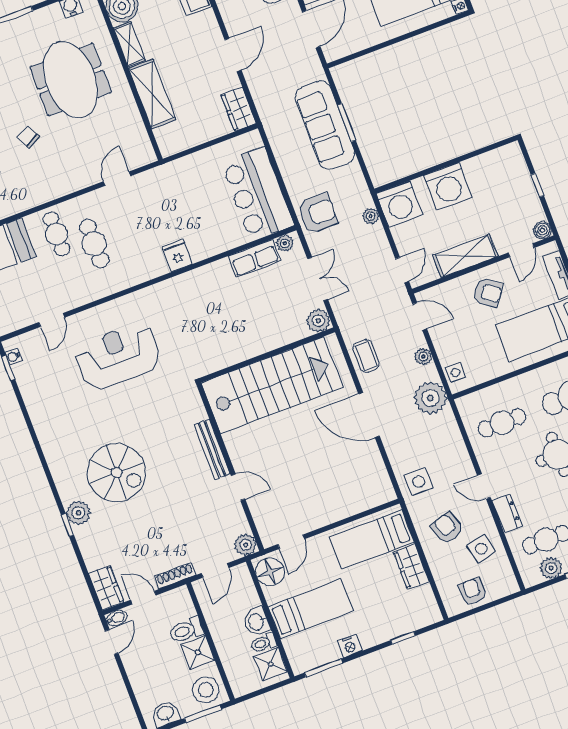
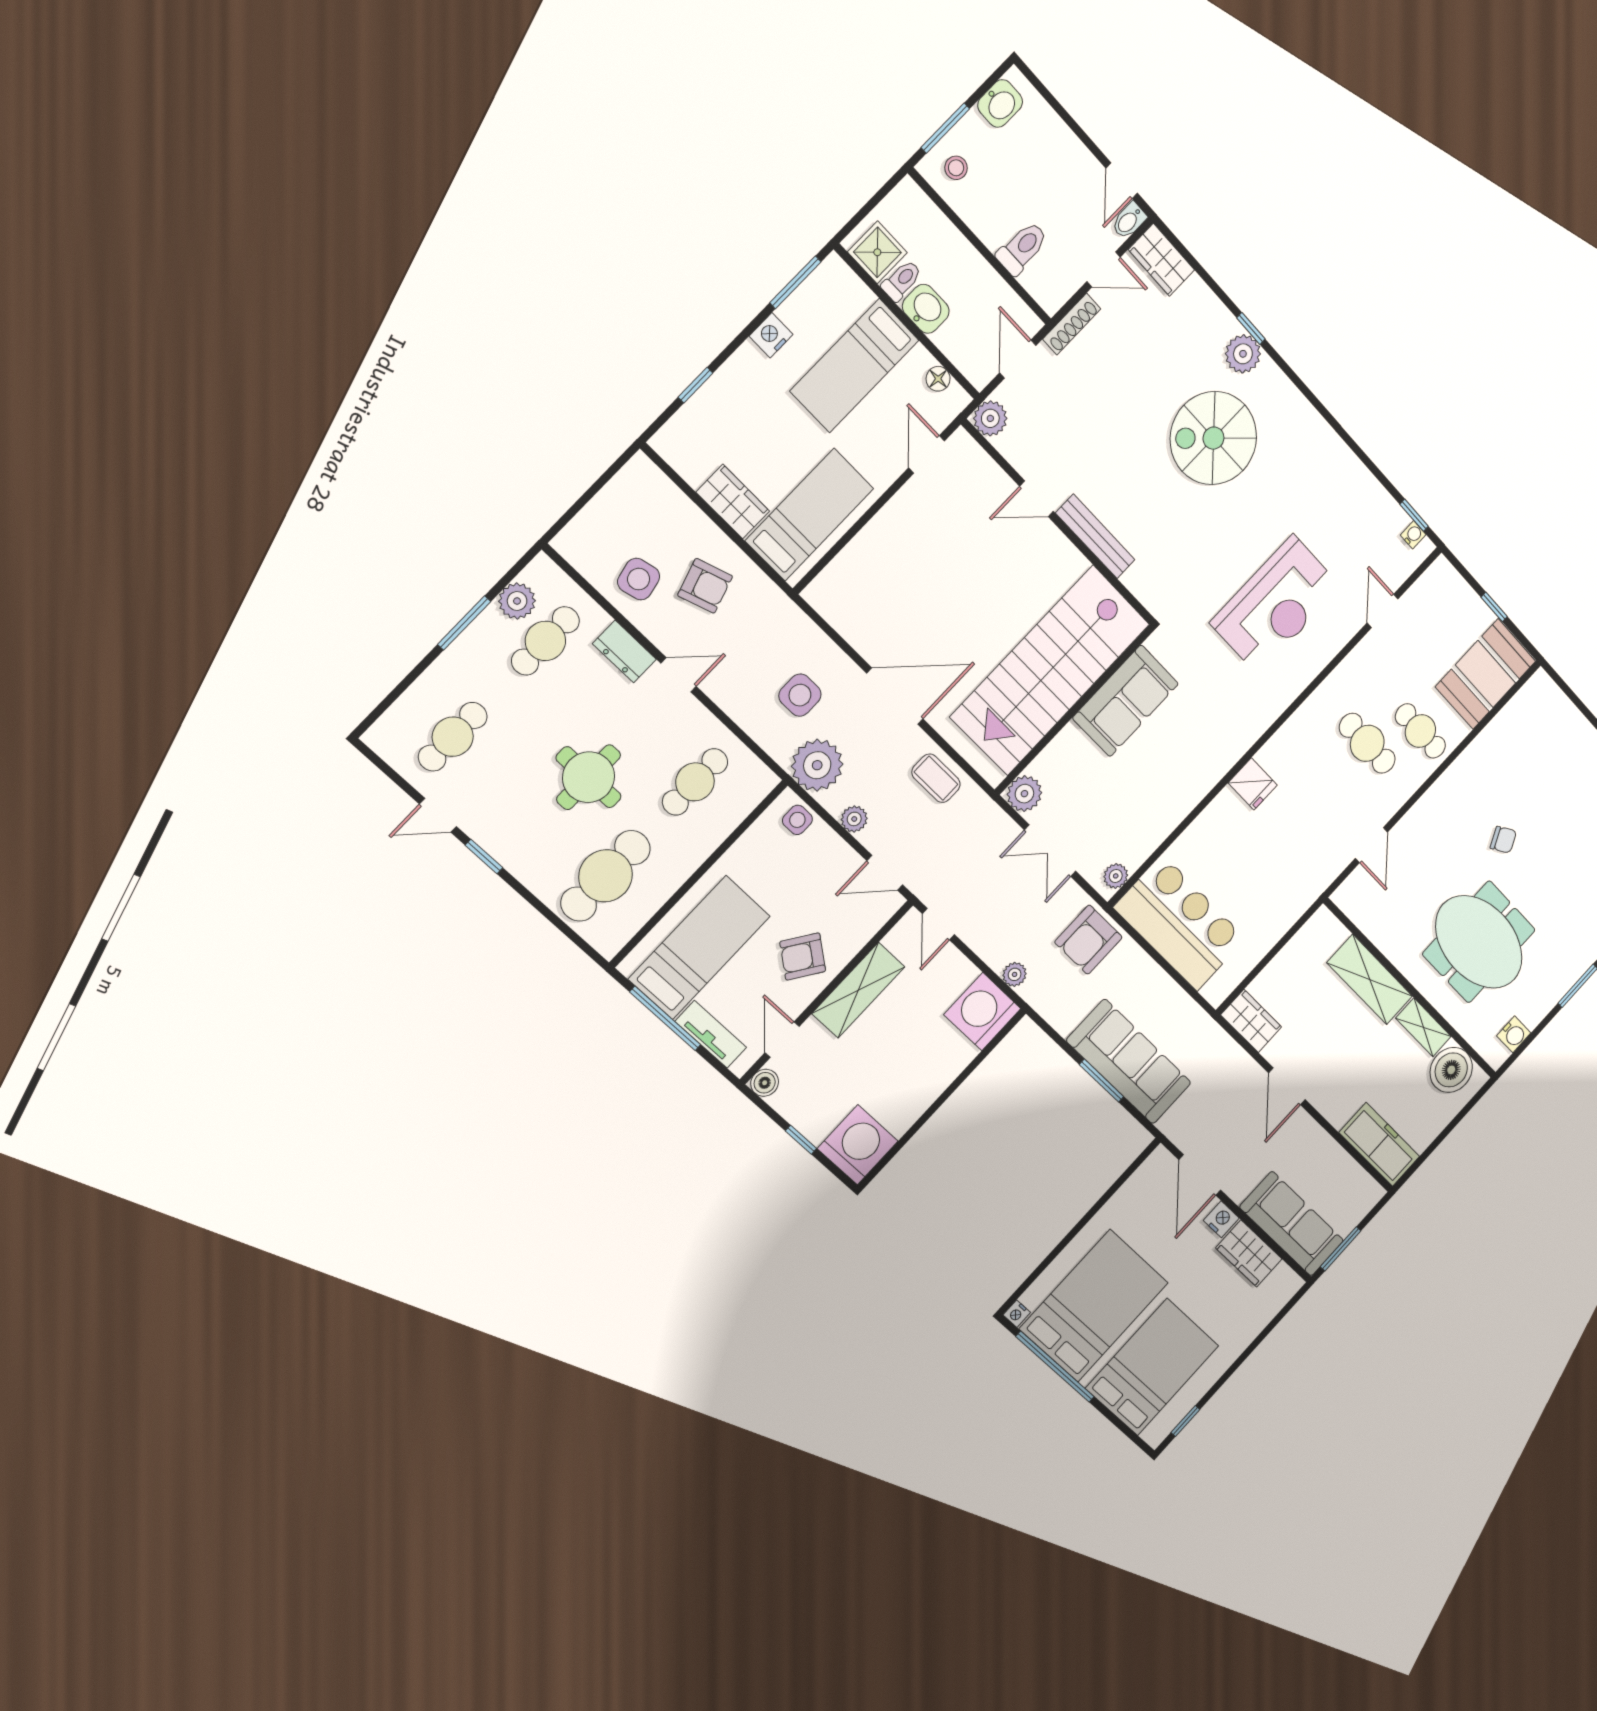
washing machine: (448, 186) -> (858, 1145), moved, turned 90
row of seats: (254, 258) -> (1148, 834), removed
sofa: (235, 345) -> (1126, 701), added
side table: (419, 481) -> (800, 695), moved
floor lamp: (270, 572) -> (938, 379), width x0.53, depth x0.53
armchair: (472, 592) -> (622, 507), removed
shower: (198, 652) -> (992, 222), removed
stool: (206, 690) -> (956, 168), width x0.53, depth x0.53

